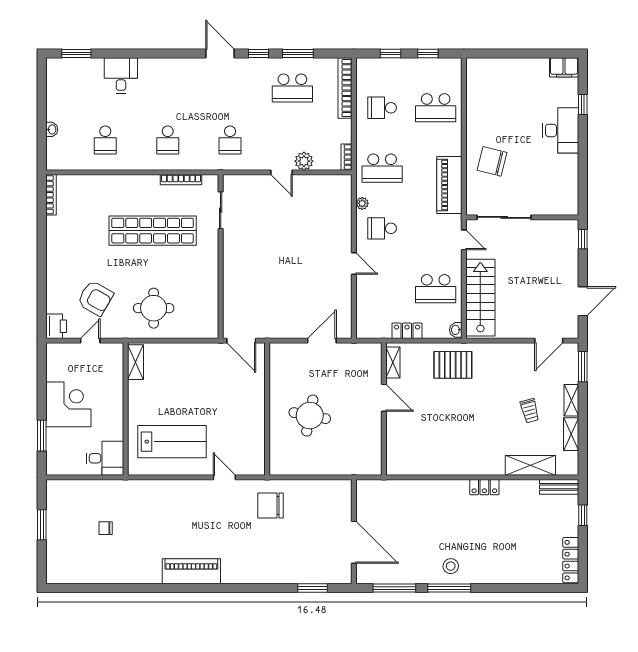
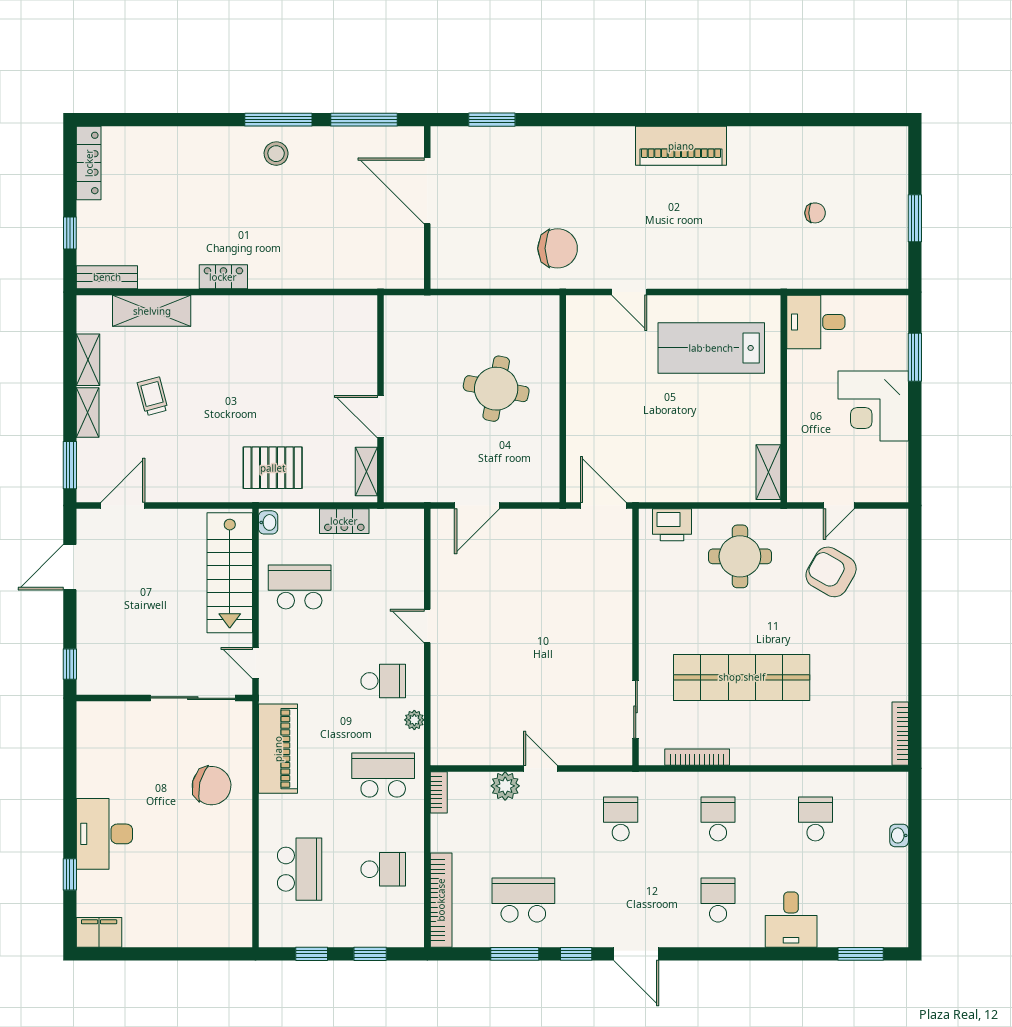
school desk: (168, 88) -> (718, 900), added
school desk: (436, 108) -> (300, 869), turned 90
printer: (56, 326) -> (672, 525), moved, turned -90

